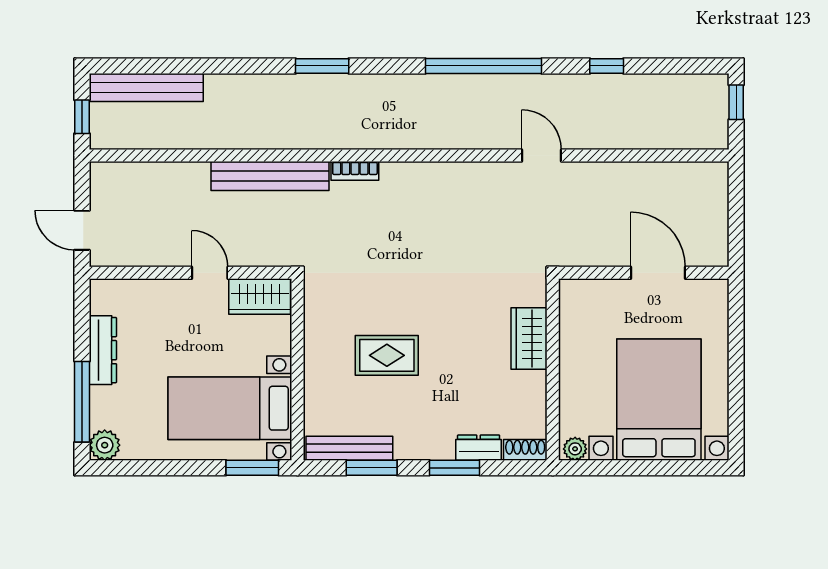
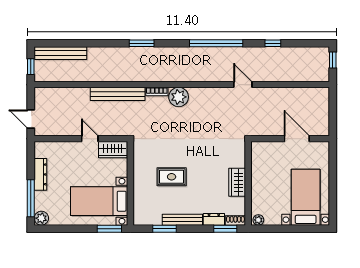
plant: (402, 182) -> (179, 97), added
wardrobe: (529, 339) -> (237, 182), moved
bed with nightstands: (659, 400) -> (306, 197), width x0.73
bench: (349, 448) -> (182, 220), moved
window: (454, 468) -> (225, 229), moved

